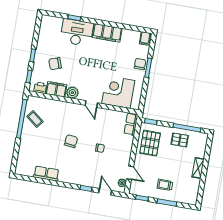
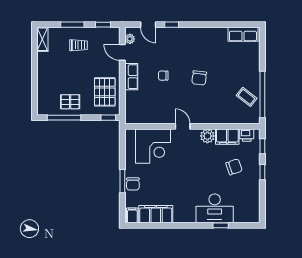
filing cabinet: (107, 33) -> (156, 214), moved
row of seats: (131, 124) -> (131, 77), moved
shelving: (198, 168) -> (42, 39), moved
row of seats: (46, 174) -> (243, 34), moved

